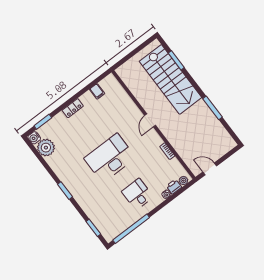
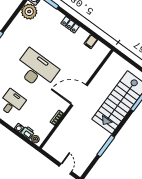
door: (150, 120) -> (79, 95), width x1.88
door: (210, 169) -> (65, 169), moved

